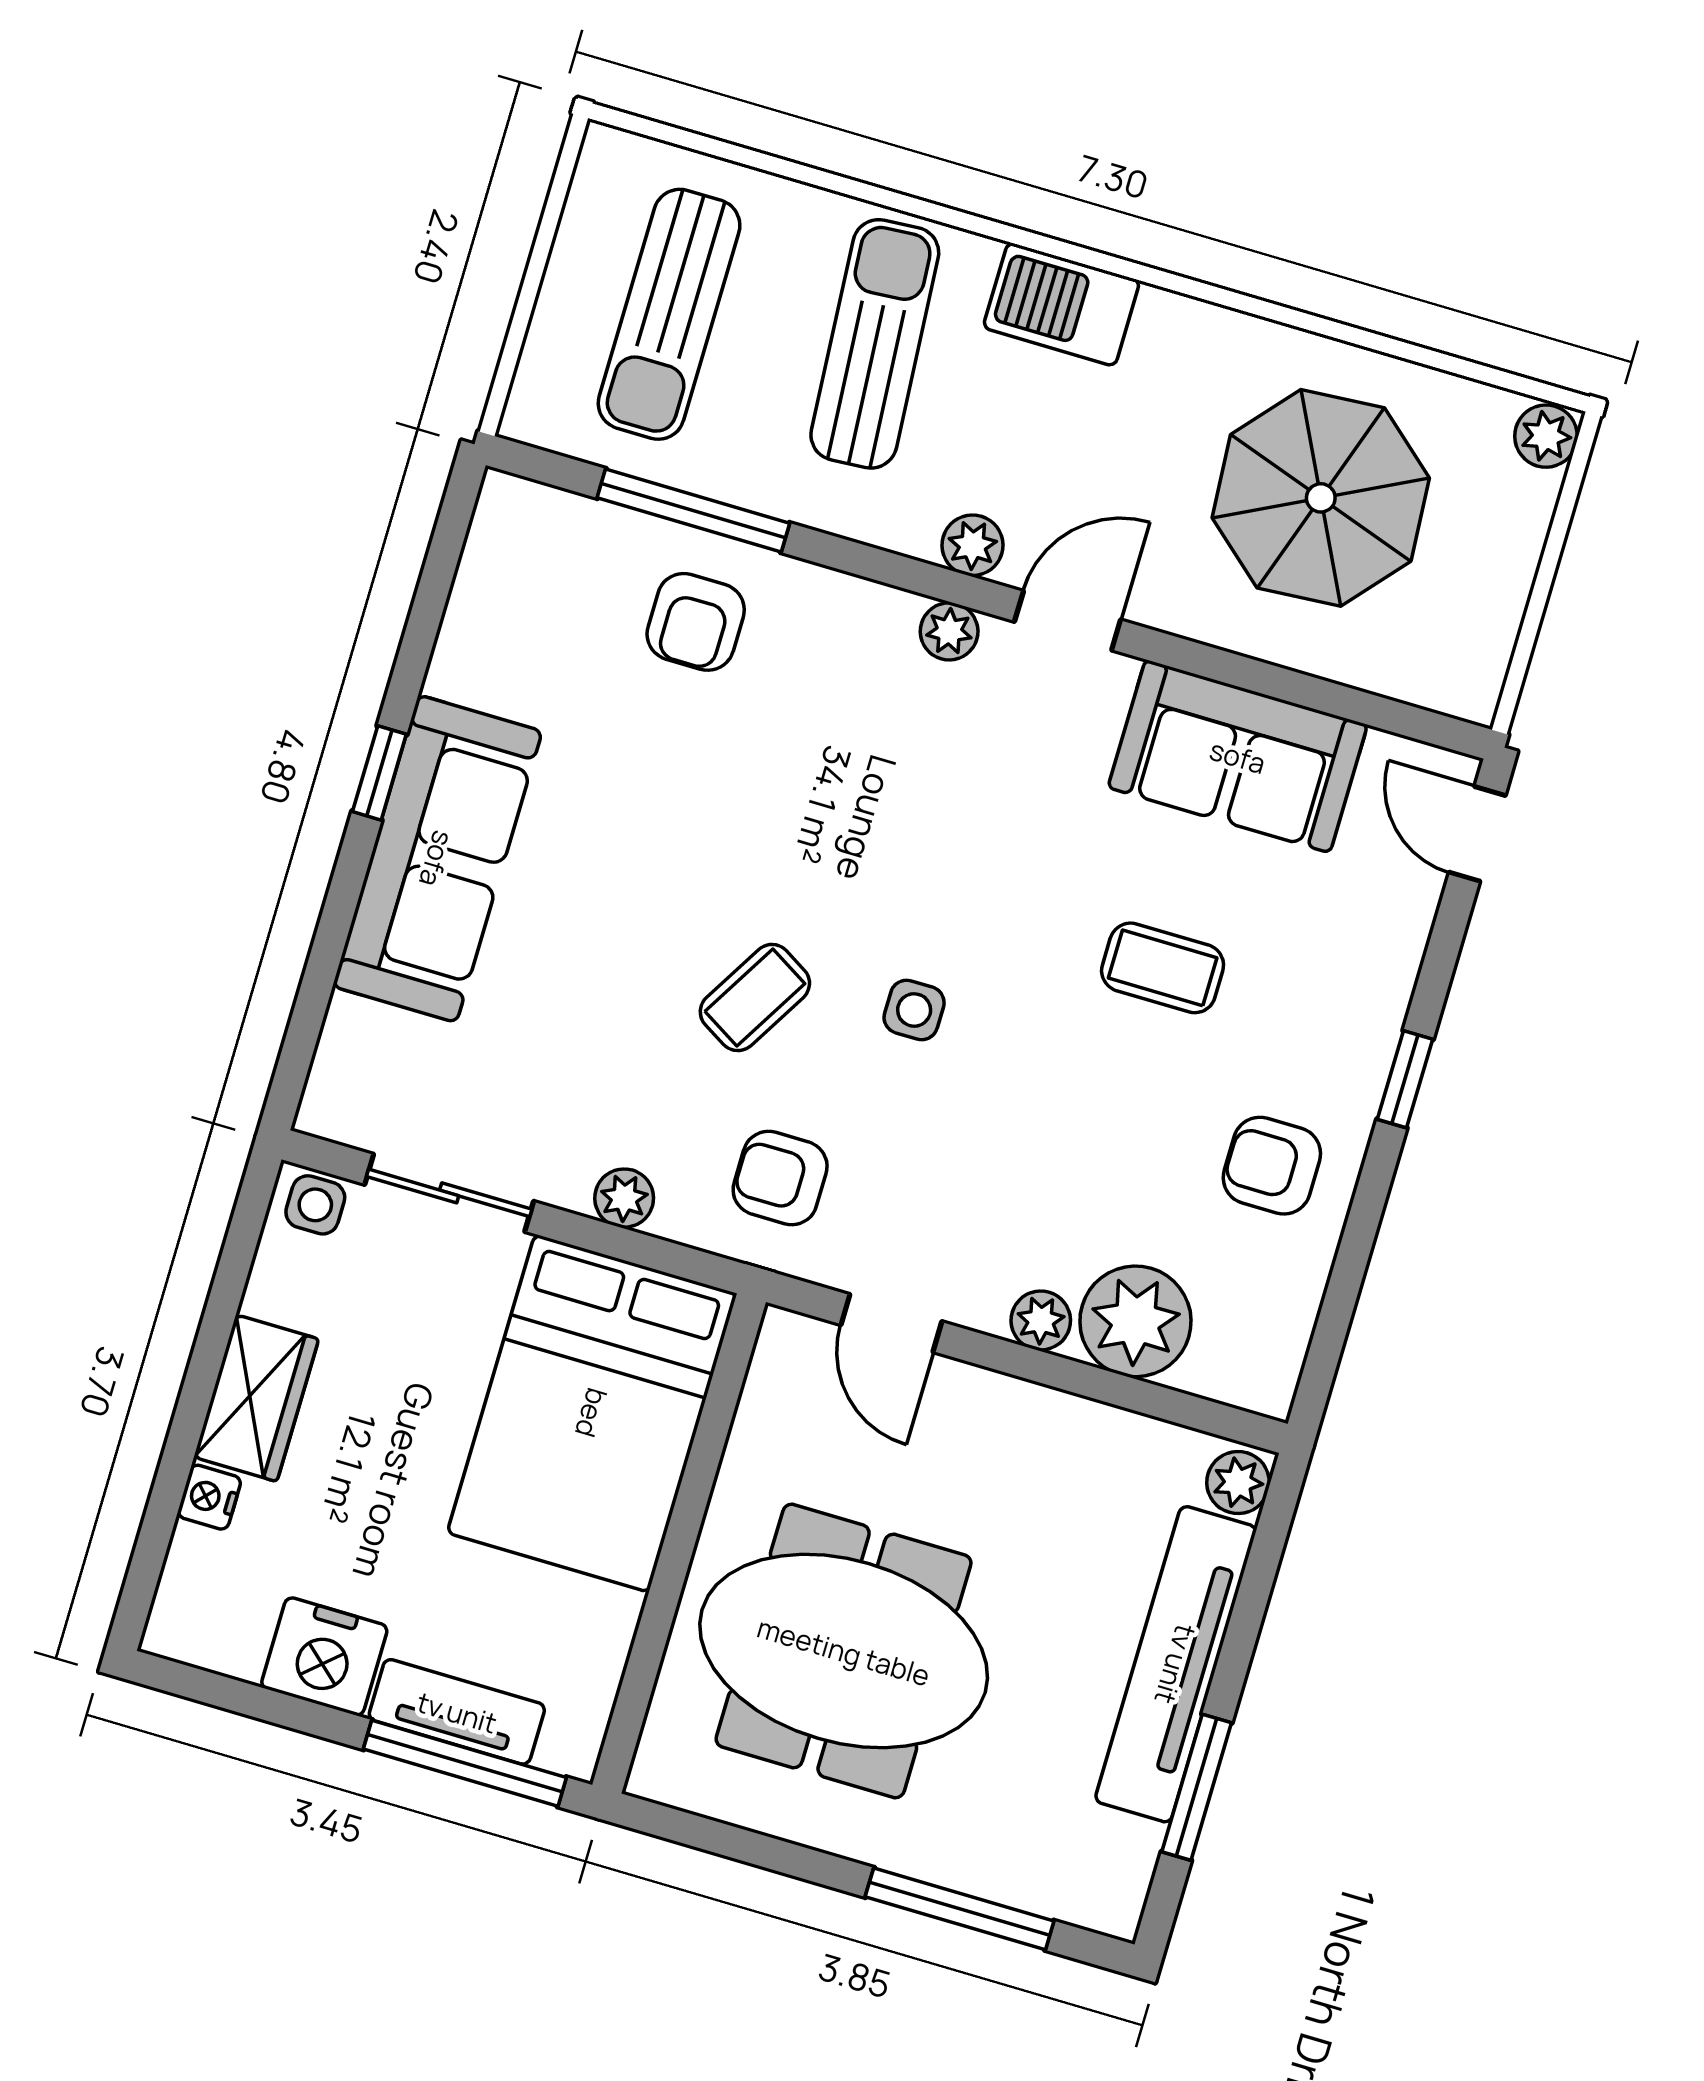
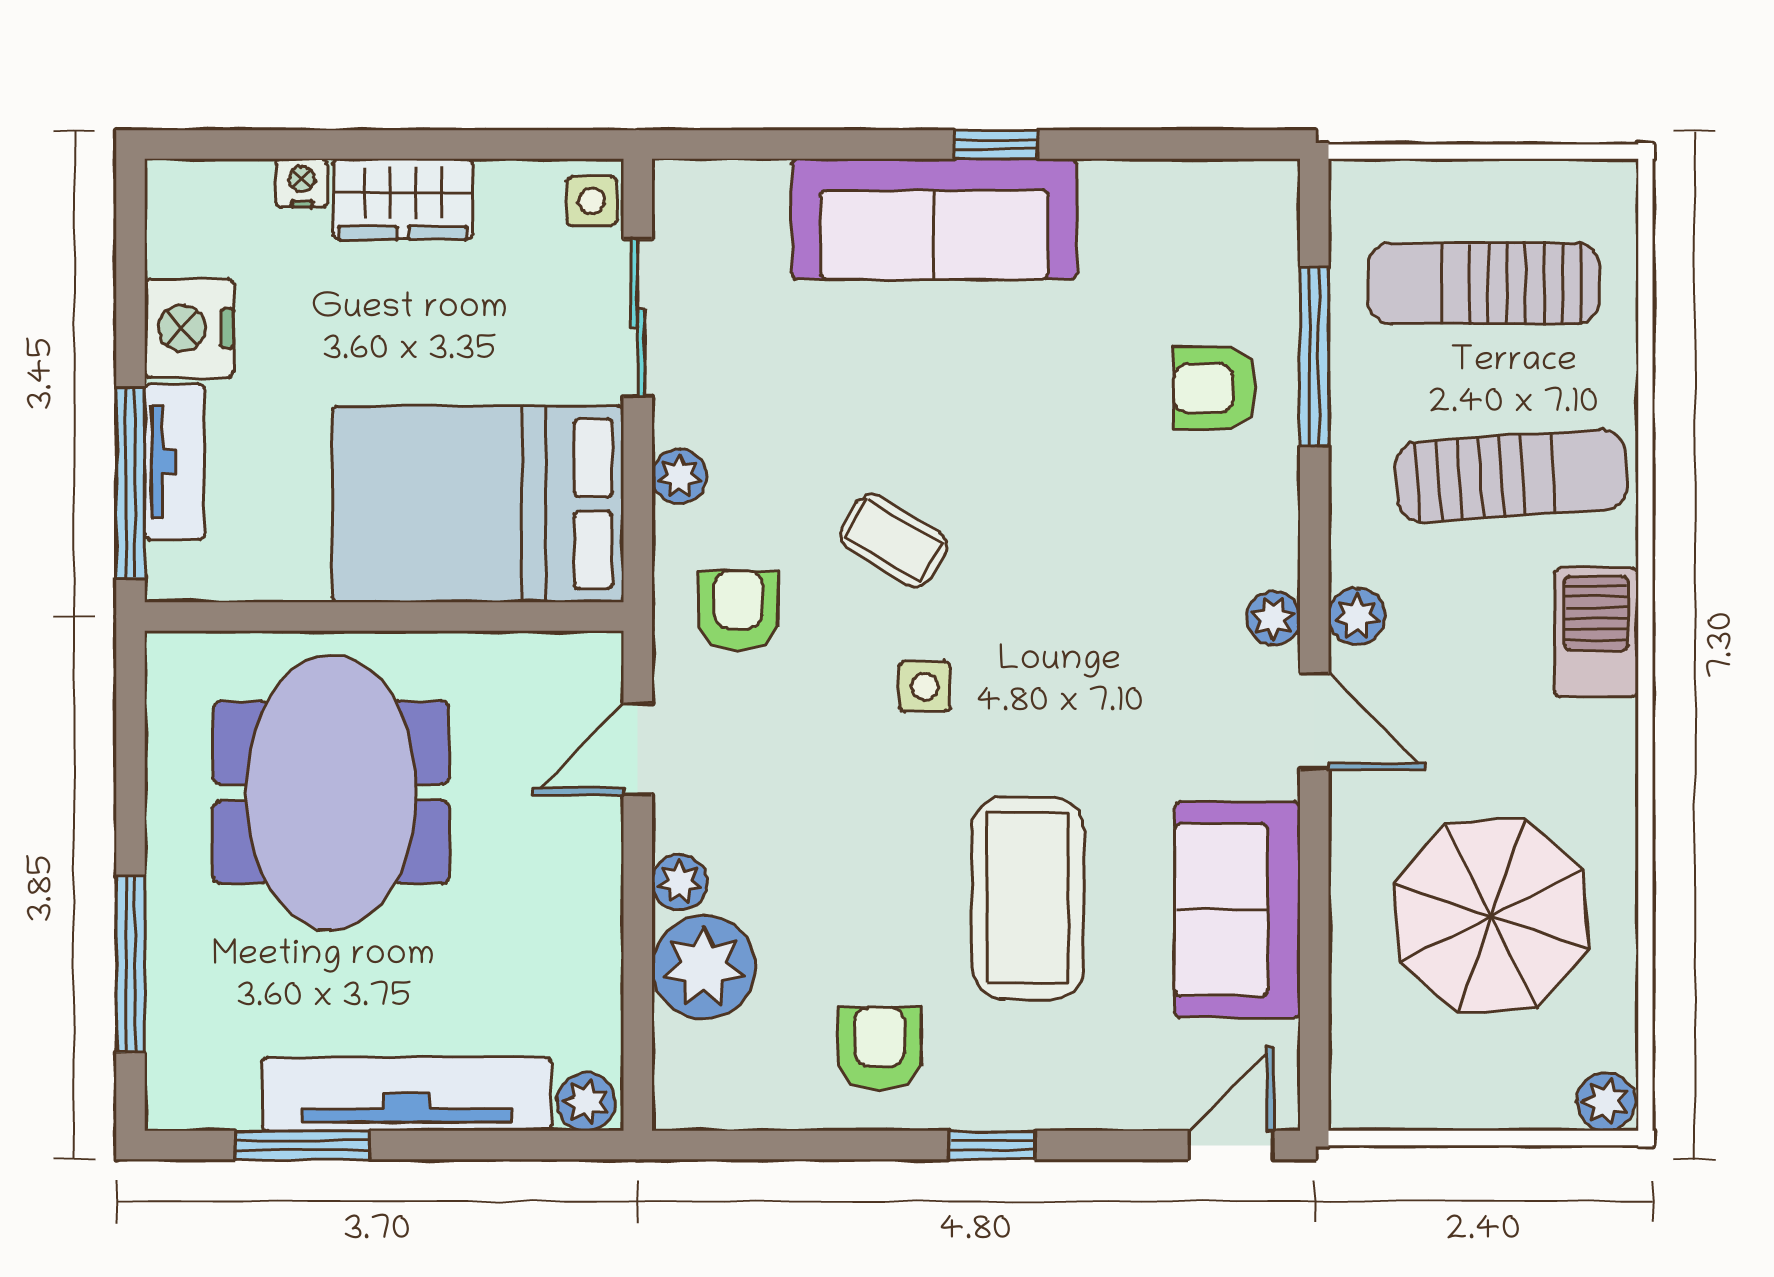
coffee table: (1163, 968) -> (1028, 898), width x1.86, depth x1.72

